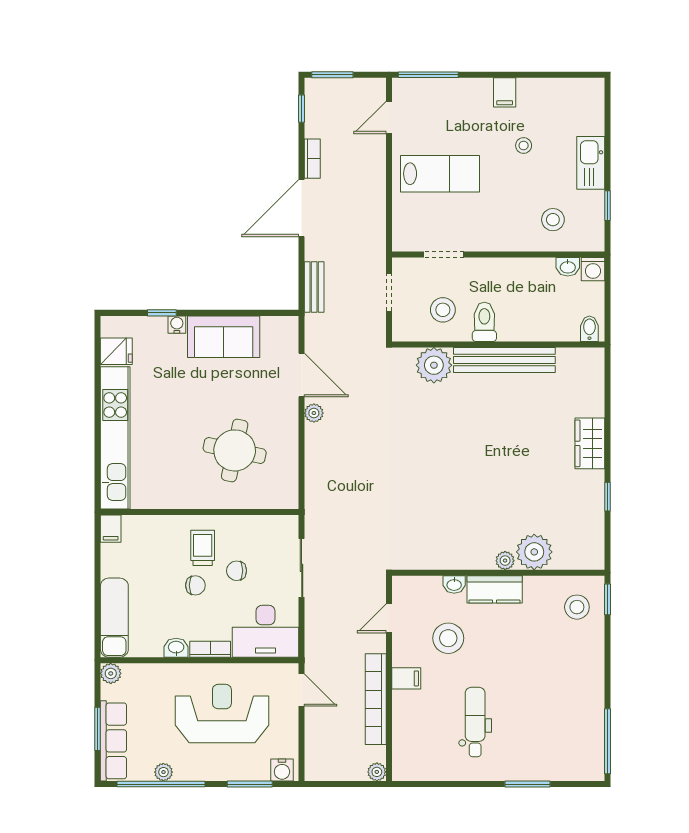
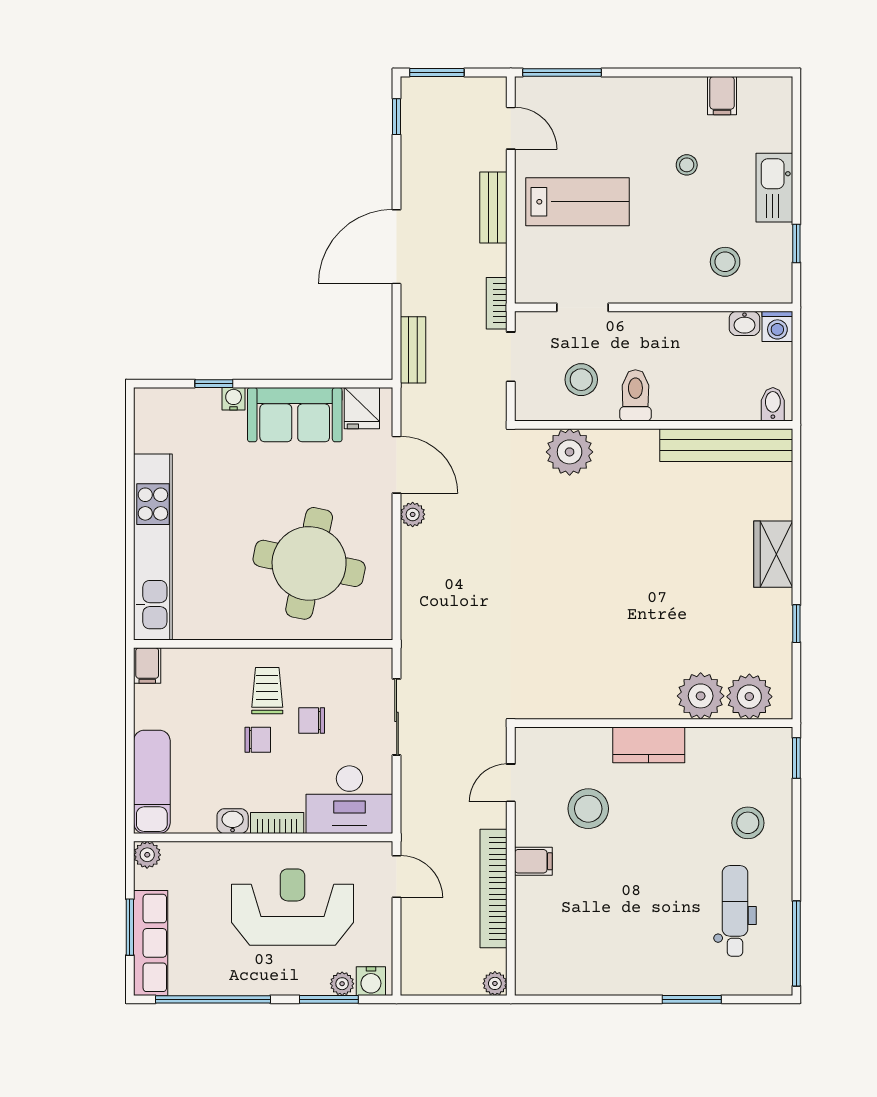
filing cabinet: (505, 92) -> (722, 96), moved
door: (389, 117) -> (511, 128), swing flipped
bookcase: (312, 159) -> (497, 303), moved, turned 180
bench: (376, 178) -> (493, 207), added
fridge: (116, 351) -> (362, 408), moved, turned 90
bench: (504, 360) -> (726, 445), moved
round table: (235, 450) -> (309, 563), width x1.36, depth x1.36
plant: (505, 561) -> (749, 697), moved, width x1.87, depth x1.87
washbasin: (454, 584) -> (596, 739), removed
stool: (577, 607) -> (748, 823), moved
dental chair: (475, 722) -> (735, 911), moved
plant: (163, 772) -> (342, 984), moved

